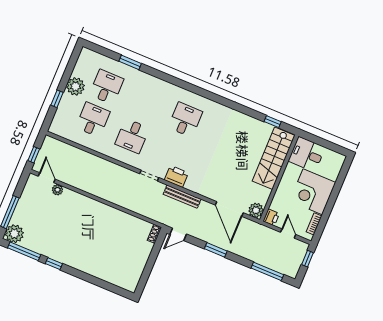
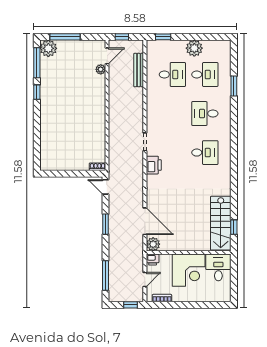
window: (57, 99) -> (163, 37), moved
desk: (132, 136) -> (205, 114), moved
stairs: (274, 158) -> (221, 223), moved, turned -90
corner desk: (313, 192) -> (189, 270), moved, turned 180
bench: (182, 197) -> (139, 70), moved
door: (229, 209) -> (145, 221), swing flipped

